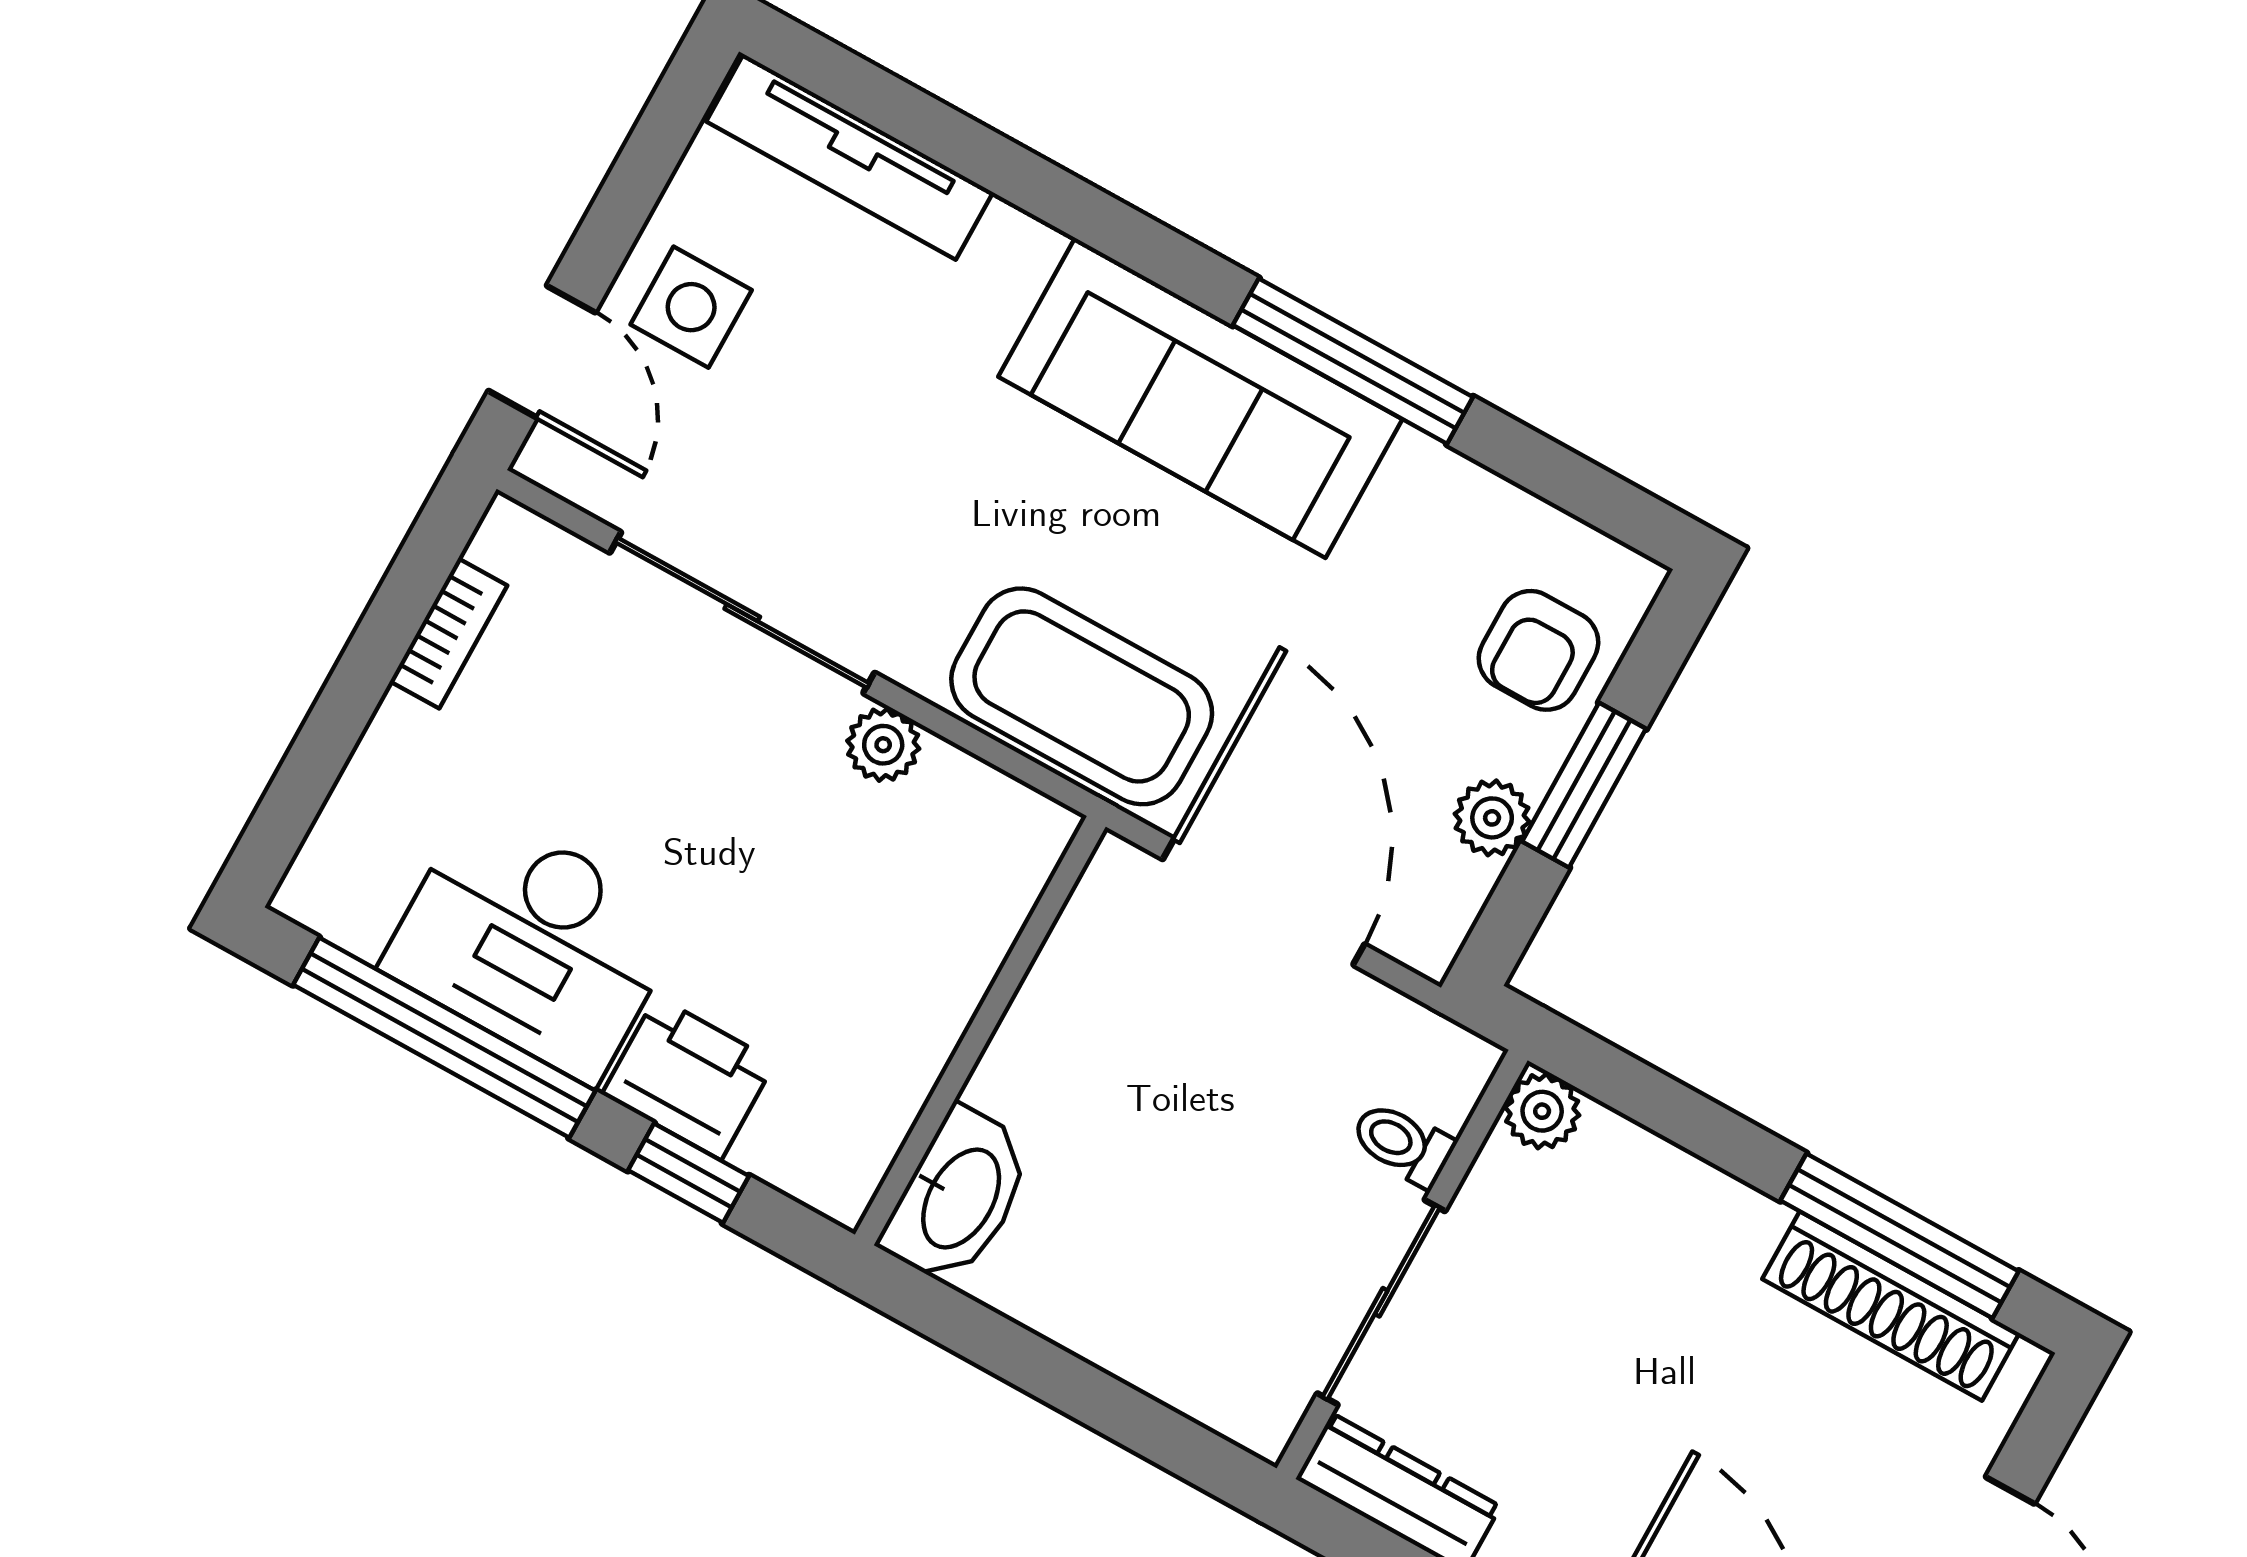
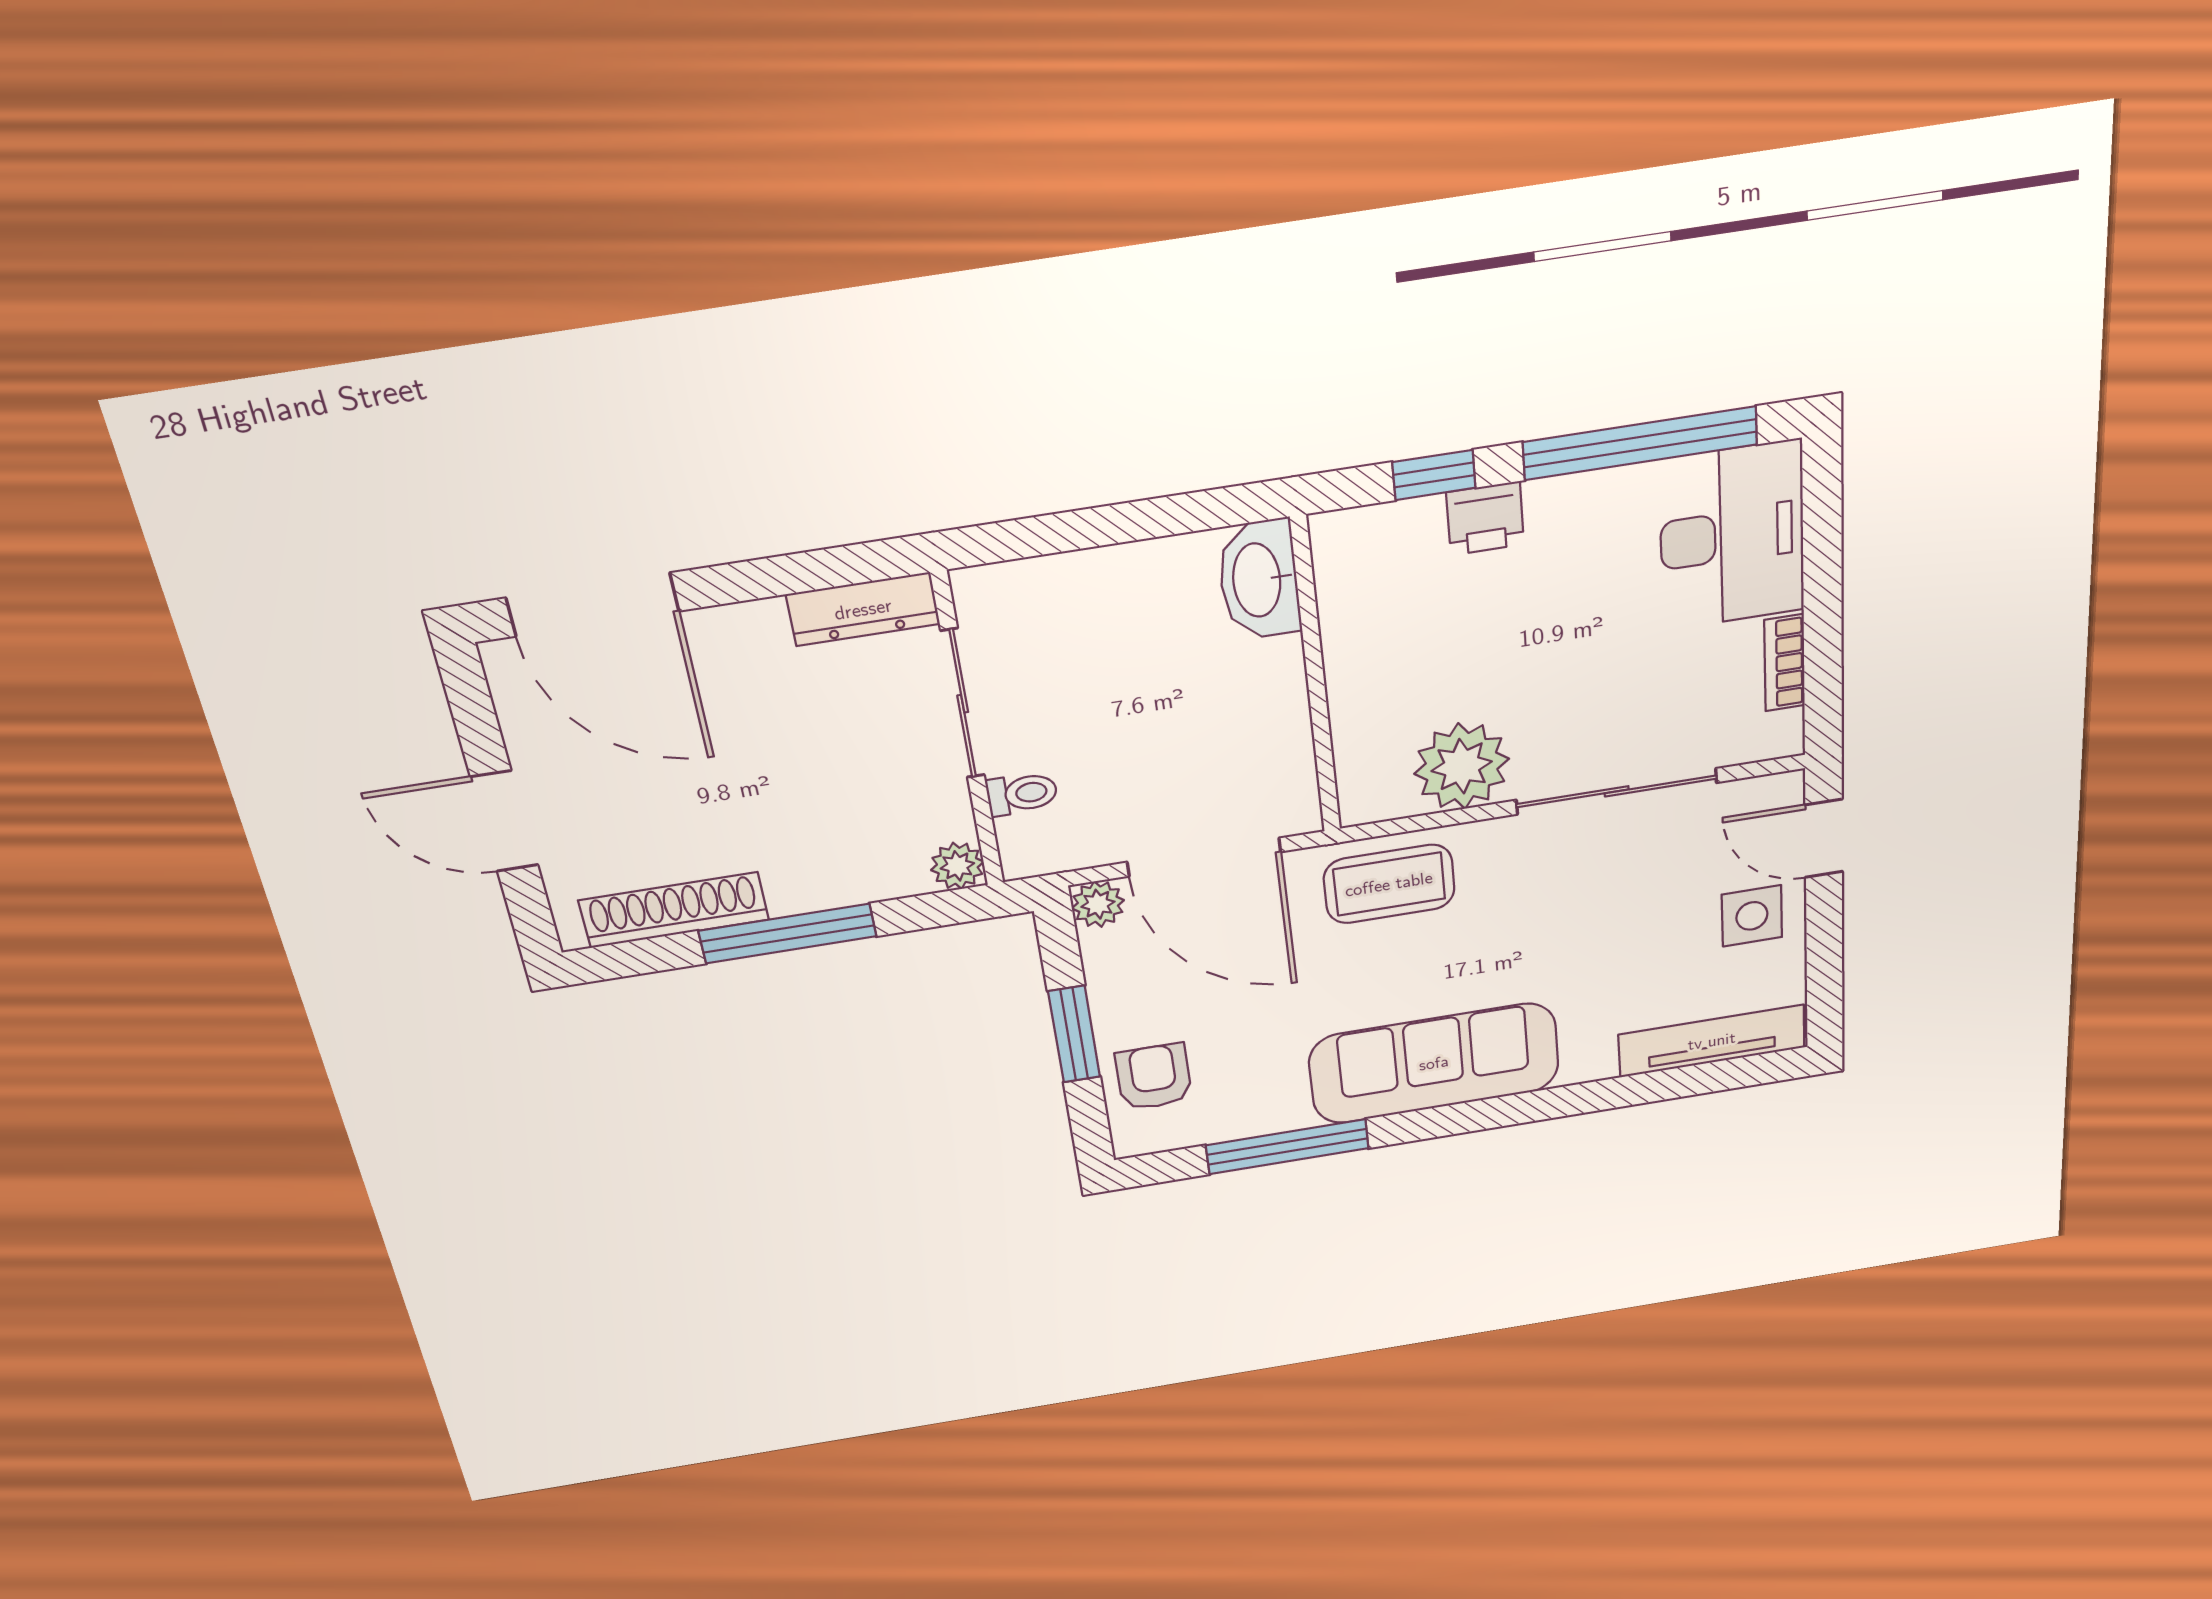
window: (1353, 361) -> (1287, 1147), moved
coffee table: (1082, 696) -> (1389, 884), width x0.73, depth x0.76
plant: (883, 745) -> (1462, 766), width x1.88, depth x1.88
plant: (1492, 818) -> (1098, 904), moved
desk: (533, 944) -> (1732, 536), moved, turned 90
printer: (689, 1078) -> (1485, 518), width x0.73, depth x0.81
window: (1900, 1236) -> (788, 934), moved

